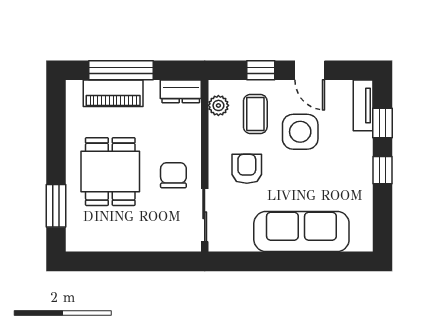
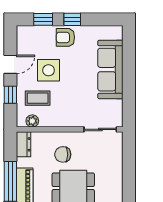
tv unit: (363, 105) -> (32, 31), removed
armchair: (247, 169) -> (65, 37), moved
chair: (173, 175) -> (63, 154), moved

